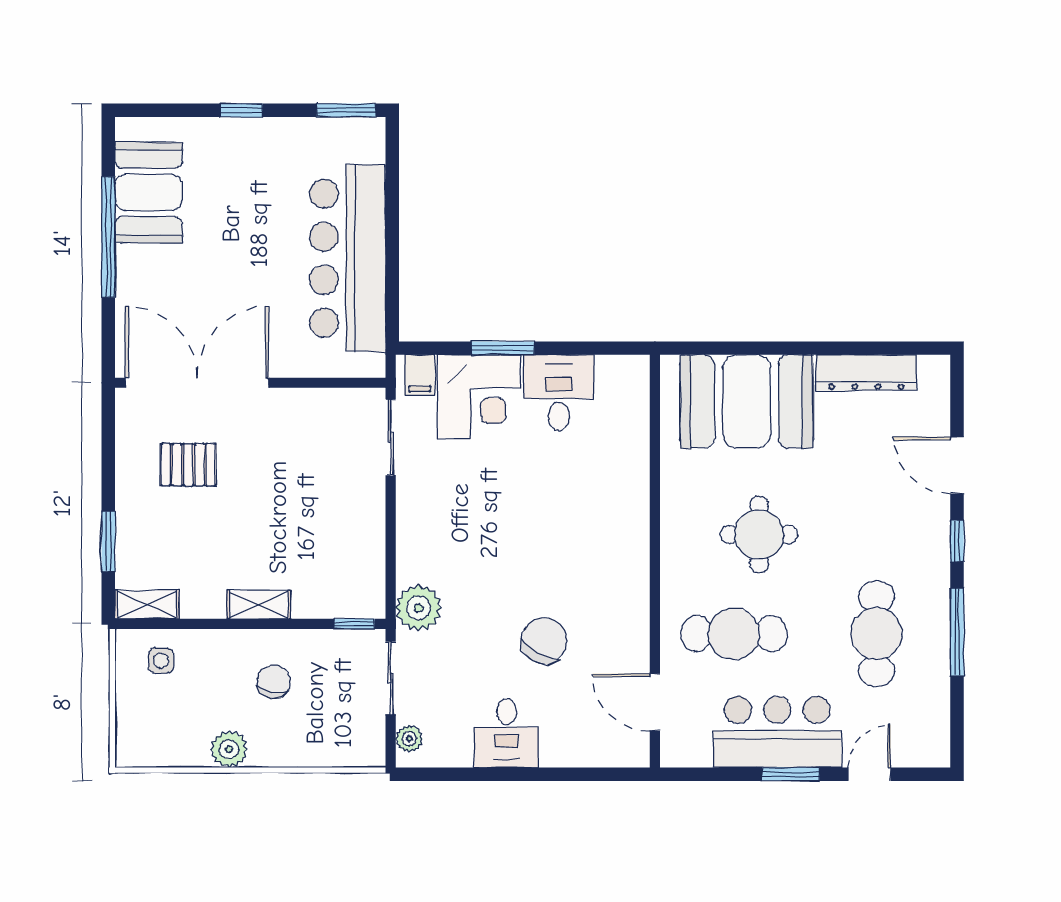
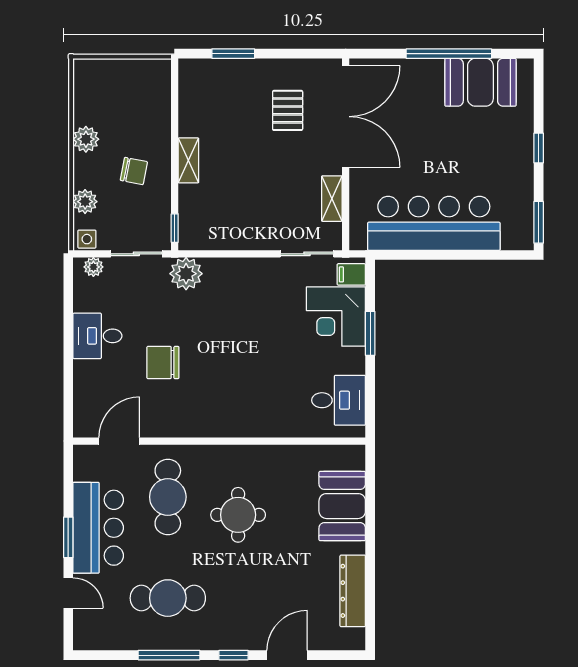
desk: (559, 393) -> (339, 400), moved
booth: (747, 401) -> (342, 506), width x0.73, depth x0.70
shelving: (147, 604) -> (332, 199), moved
chair: (544, 641) -> (163, 363), turned 151
side table: (161, 661) -> (87, 239), moved
plant: (317, 750) -> (85, 202), added

